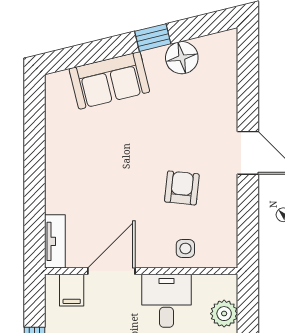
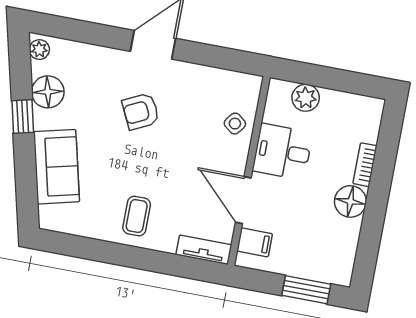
plant: (222, 41) -> (39, 50), added
coffee table: (76, 169) -> (137, 216), added
armchair: (182, 188) -> (141, 111), moved, turned -32
side table: (185, 248) -> (235, 124), turned 38

